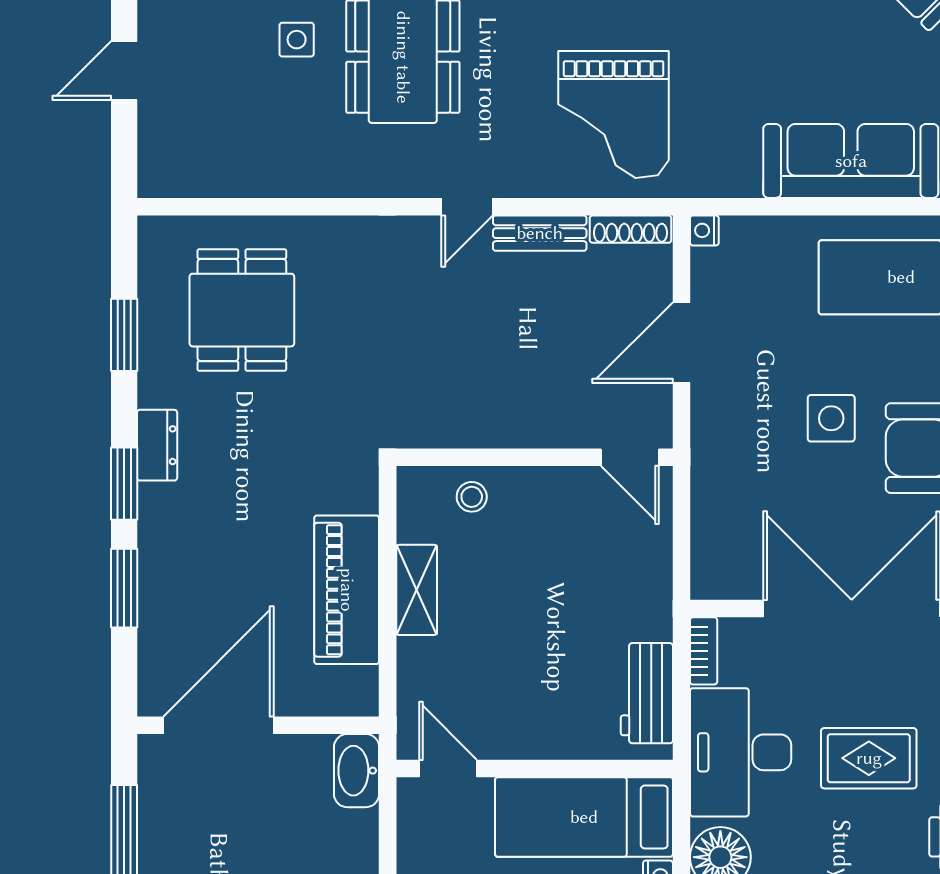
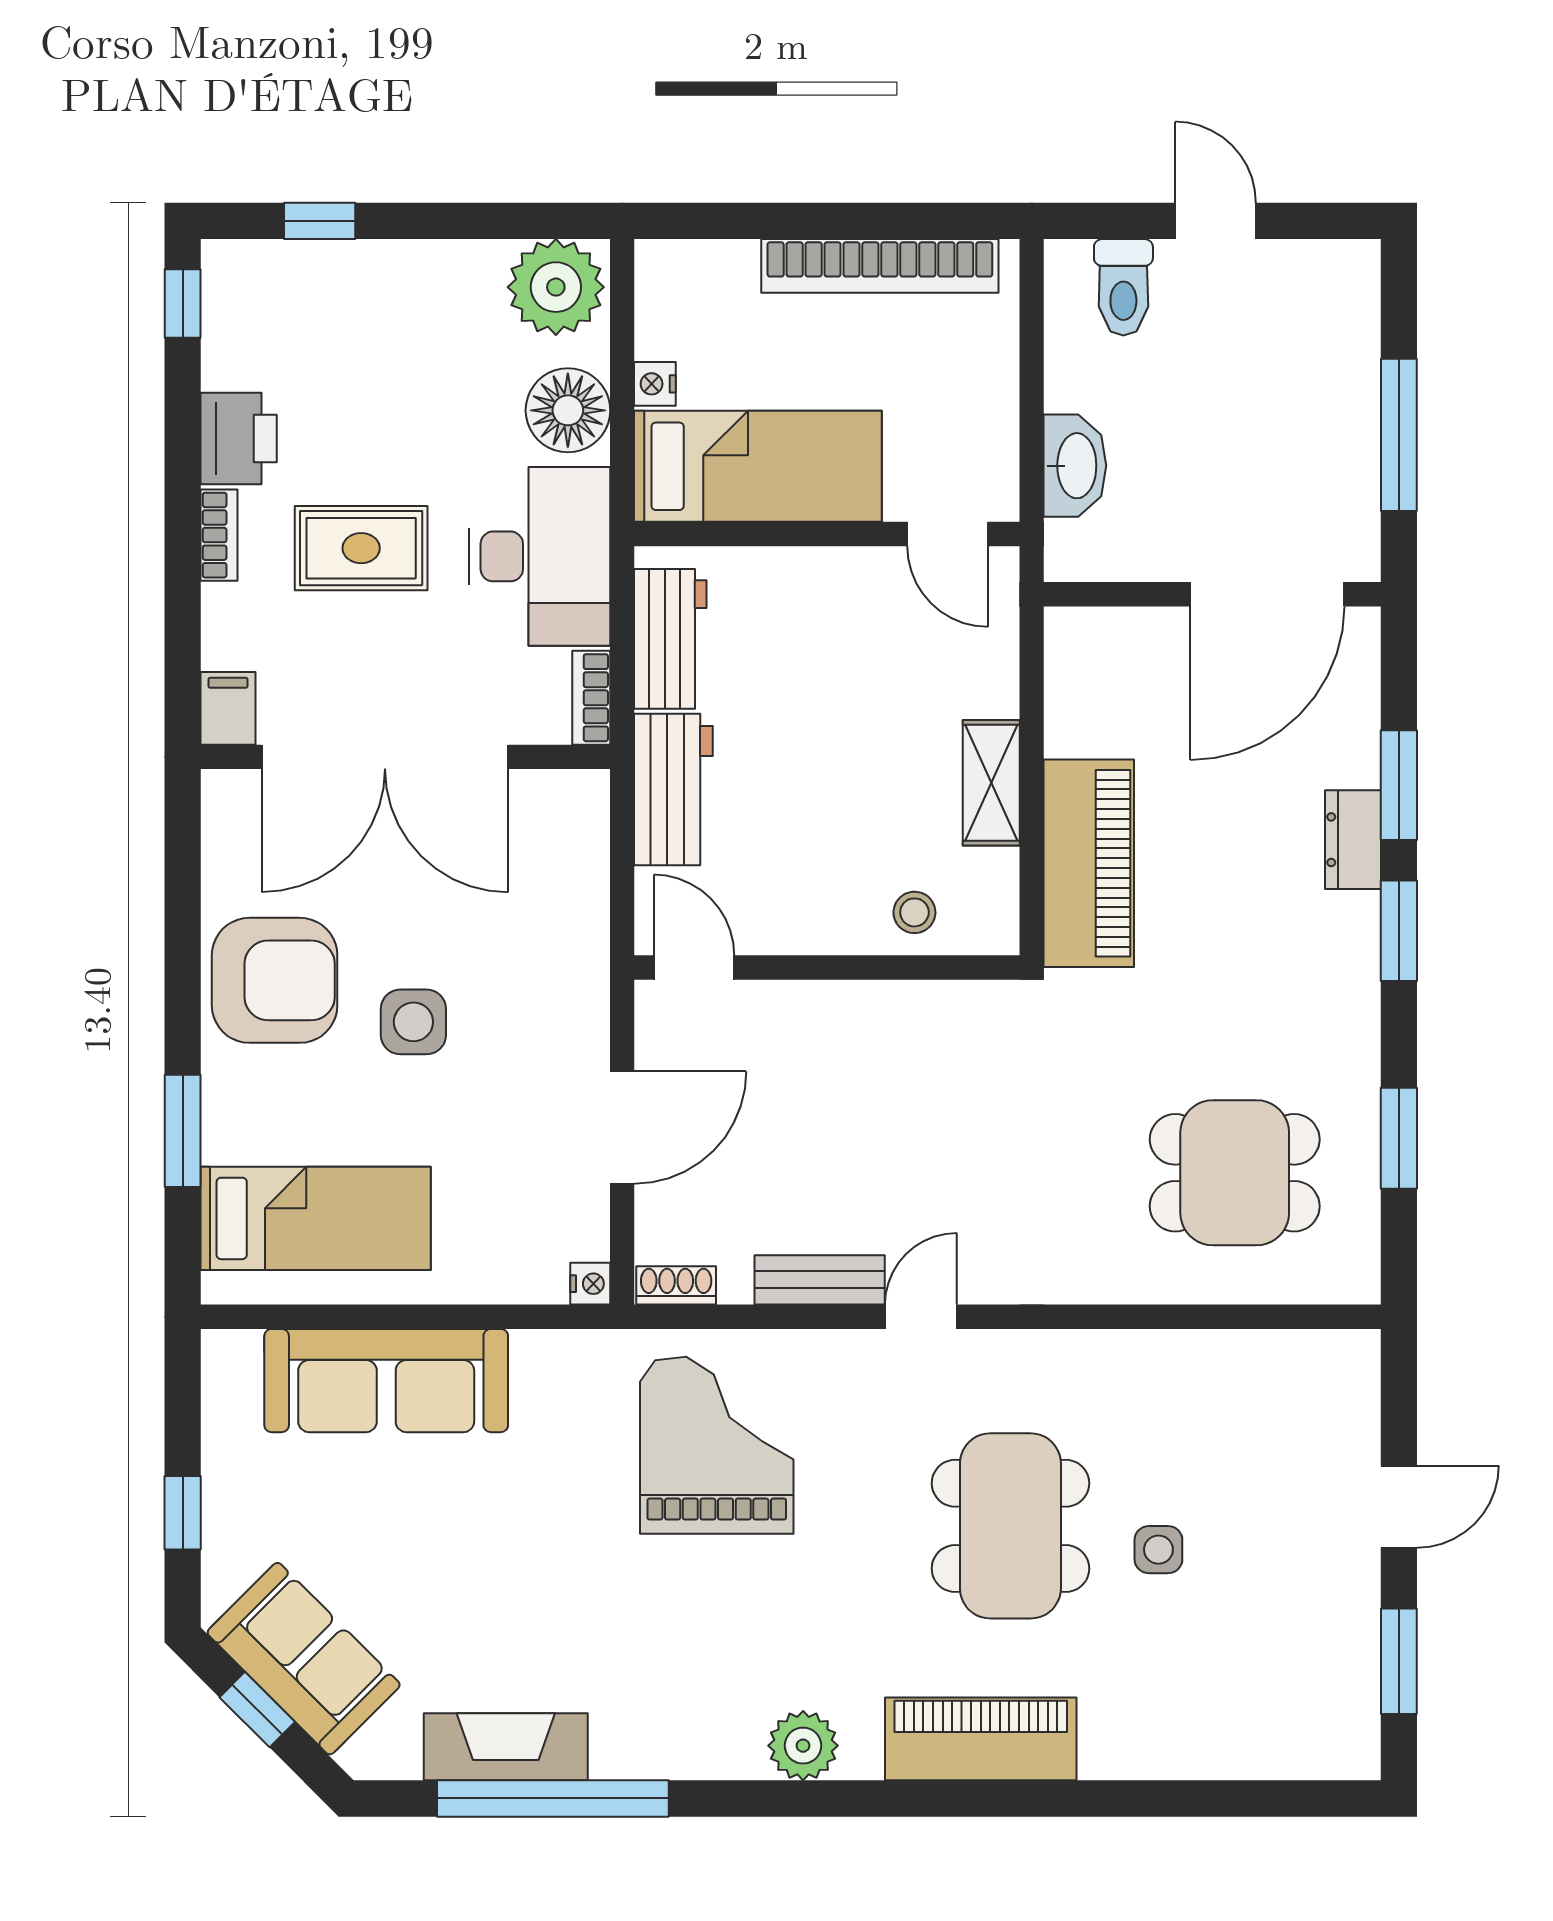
shoe rack: (631, 229) -> (676, 1285), width x0.70
dining table: (242, 310) -> (1235, 1173), turned 90
dresser: (157, 445) -> (1353, 840), moved
workbench: (645, 585) -> (673, 790), added
piano: (347, 590) -> (1089, 863), moved
washbasin: (357, 771) -> (1075, 466), moved

